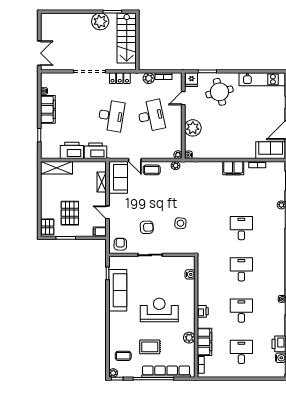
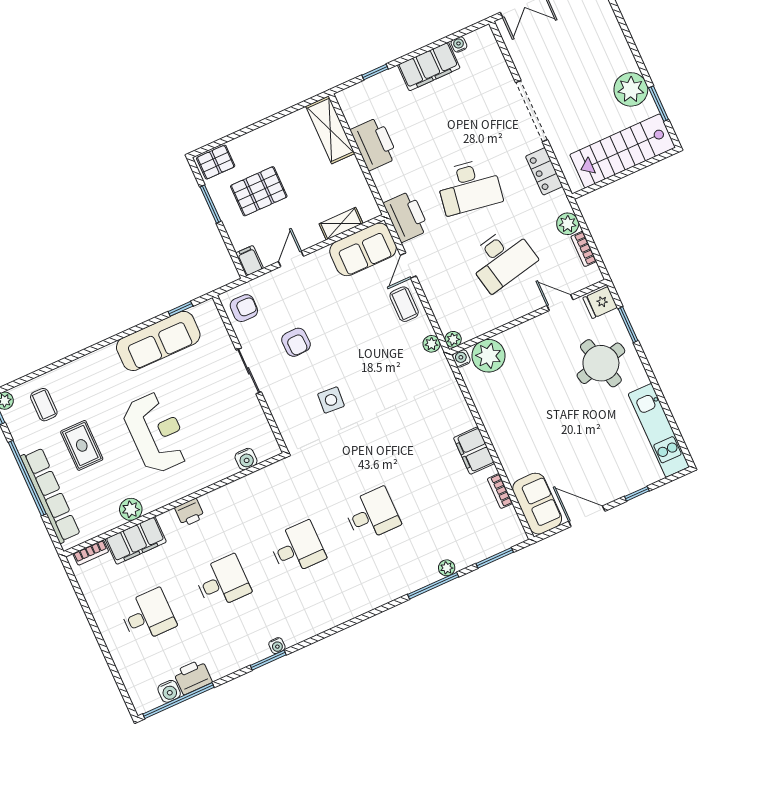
plant: (193, 128) -> (488, 356), moved
printer: (95, 151) -> (406, 217), moved

